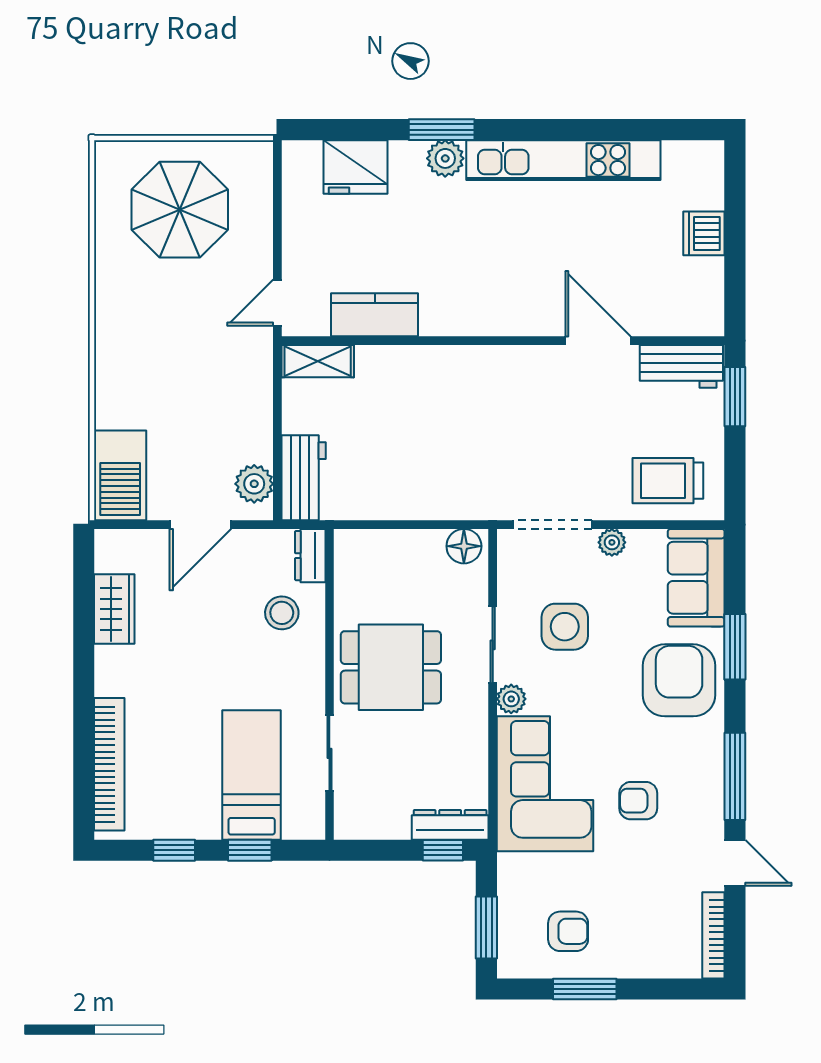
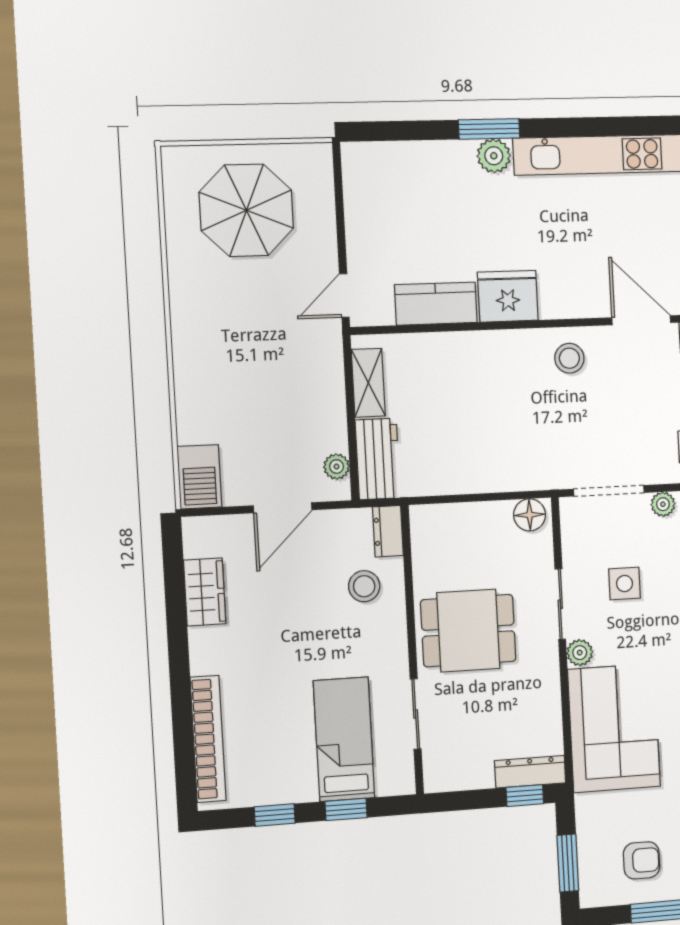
fridge: (355, 167) -> (508, 296), moved, turned 180
shelving: (318, 361) -> (368, 383), moved, turned 90
stool: (516, 379) -> (569, 358), added
barbecue: (120, 475) -> (199, 477), width x0.73, depth x0.83
plant: (254, 484) -> (337, 467), width x0.73, depth x0.73
side table: (565, 627) -> (625, 584), width x0.73, depth x0.73

